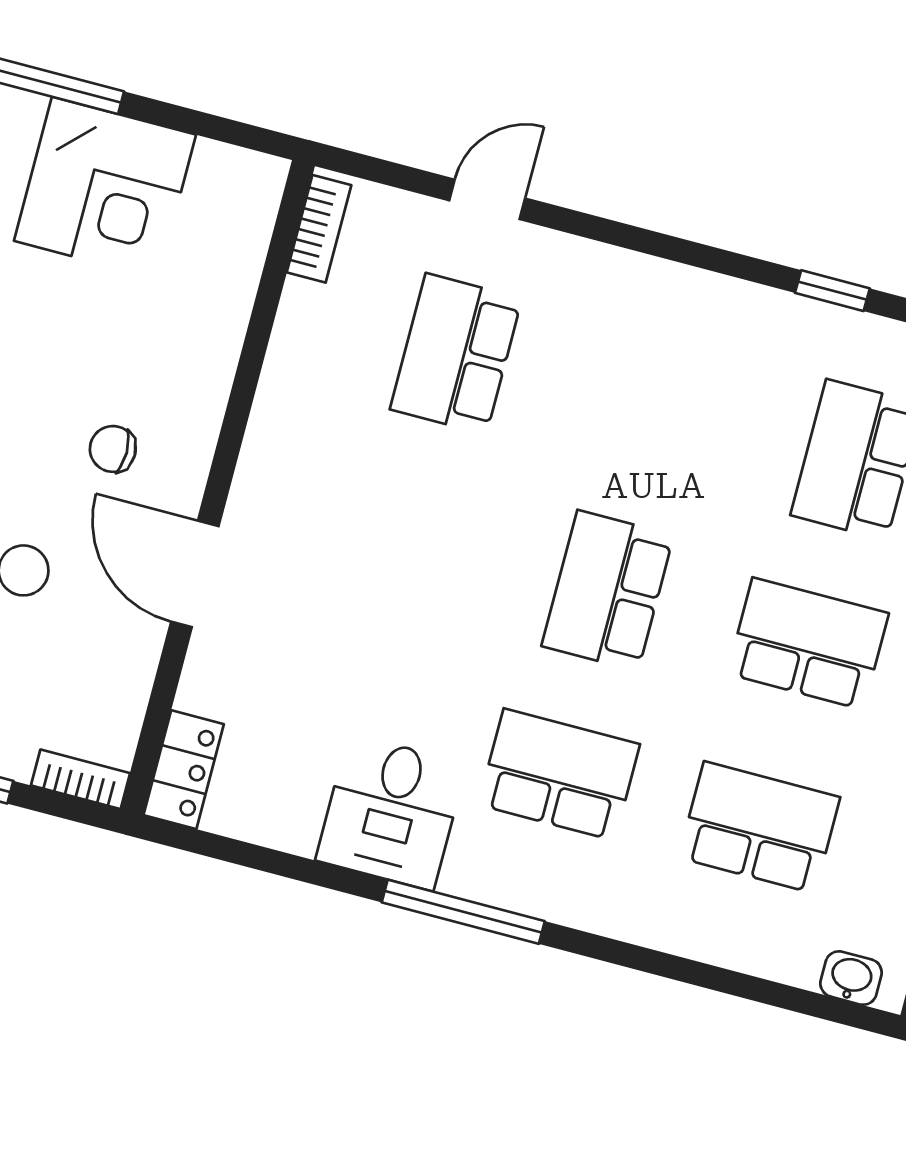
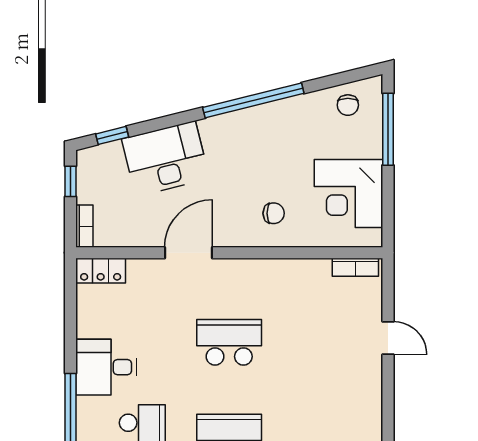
corner desk: (105, 188) -> (348, 194), moved
school desk: (456, 354) -> (229, 342), moved
chair: (113, 449) -> (274, 213), moved, turned 90

